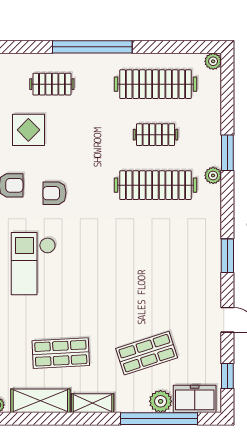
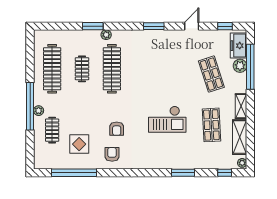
plant: (213, 61) -> (39, 111), moved
checkout: (33, 264) -> (167, 119), moved

